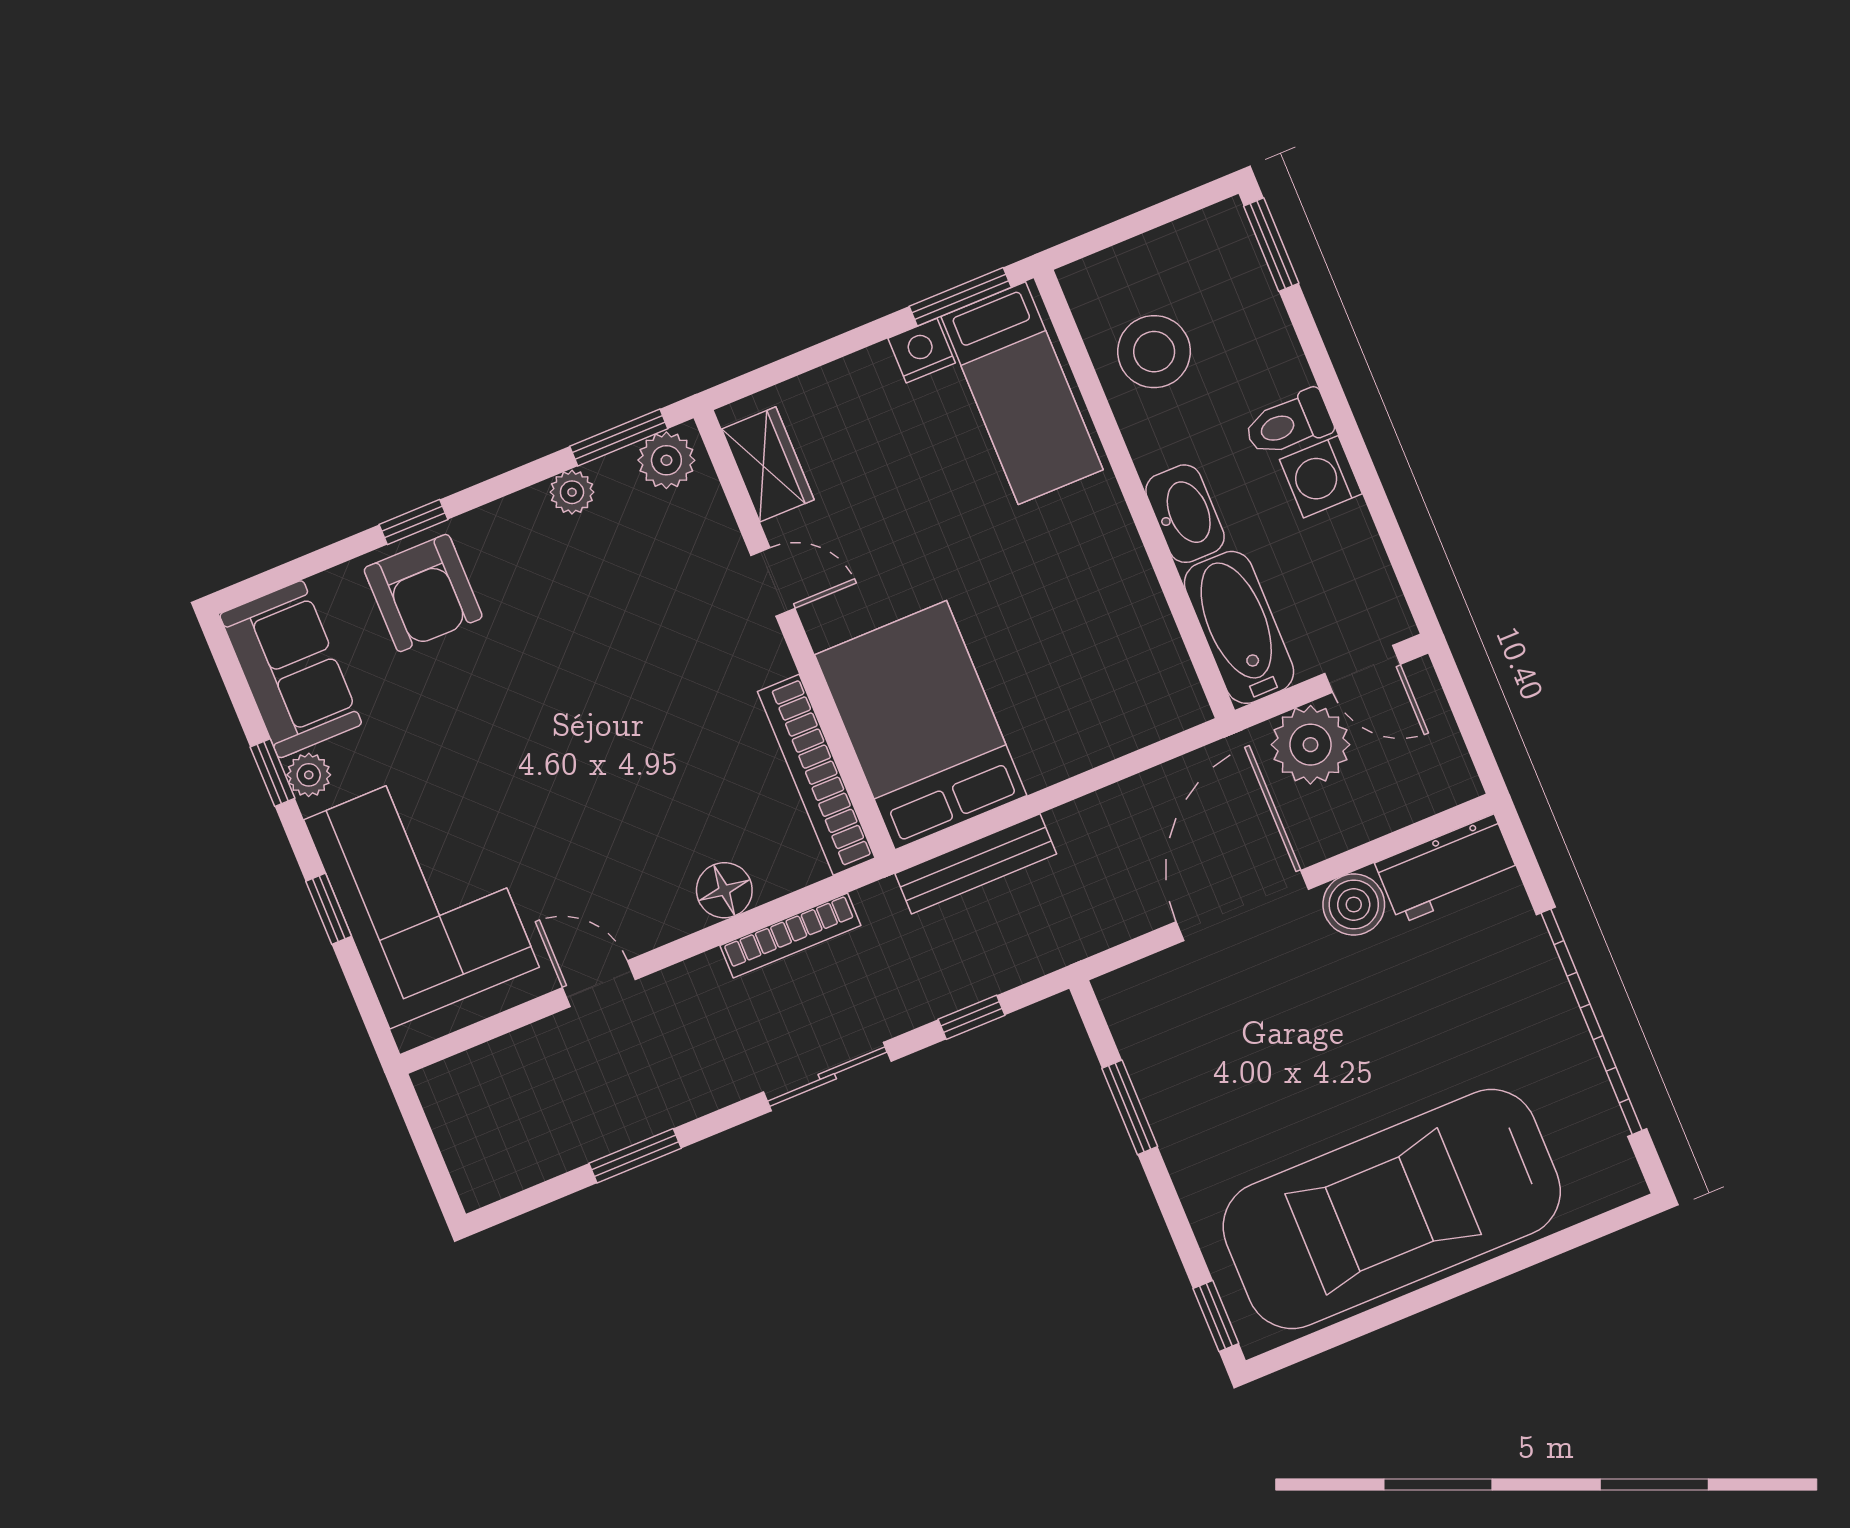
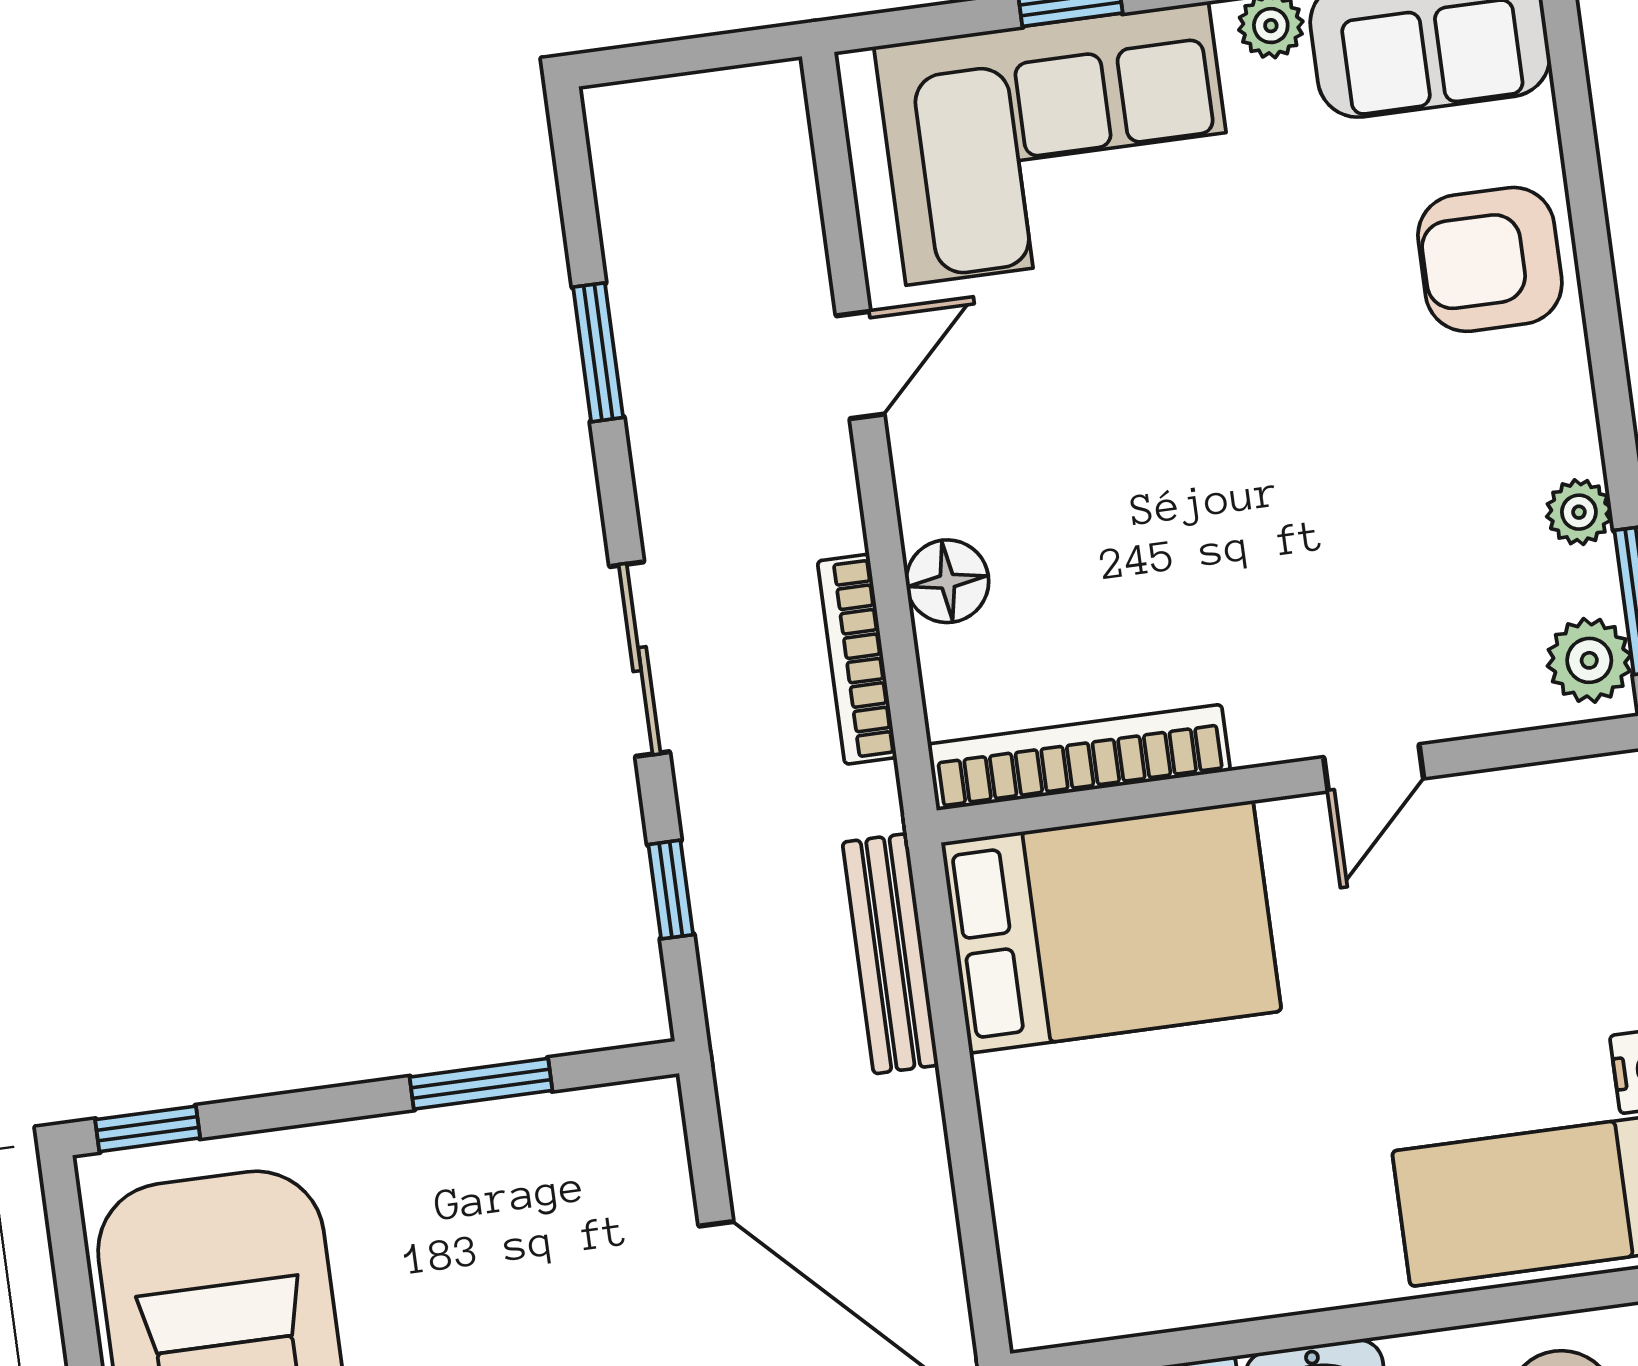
wardrobe: (768, 464) -> (1545, 805), removed
window: (414, 522) -> (1596, 272), removed

